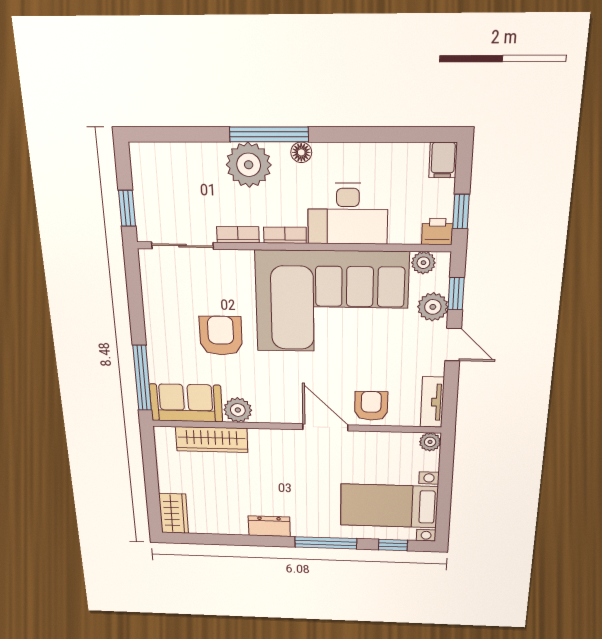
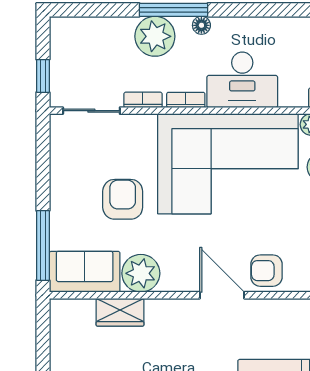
armchair: (371, 406) -> (267, 271), turned -90
plant: (238, 410) -> (141, 273), width x1.36, depth x1.36
wardrobe: (212, 440) -> (120, 312), width x0.67

